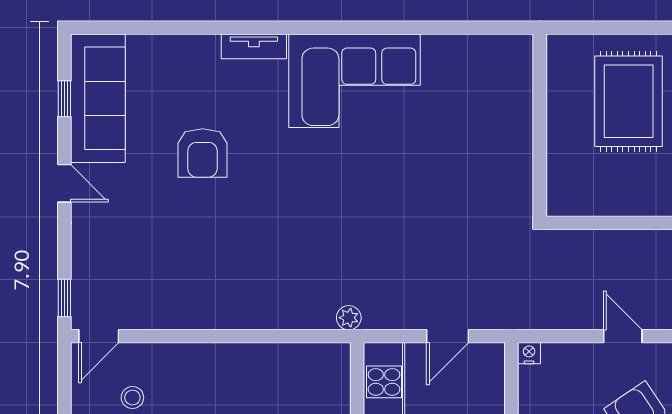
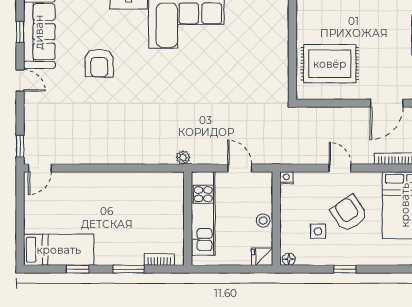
rug: (629, 101) -> (330, 64), moved, turned 90
door: (448, 336) -> (240, 168), swing flipped
stool: (132, 398) -> (59, 203), removed

